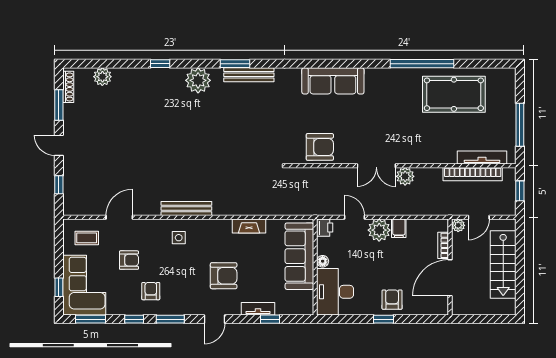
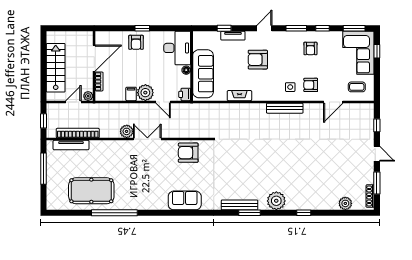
sofa: (333, 81) -> (185, 200), width x0.73
armchair: (129, 260) -> (311, 85), moved

